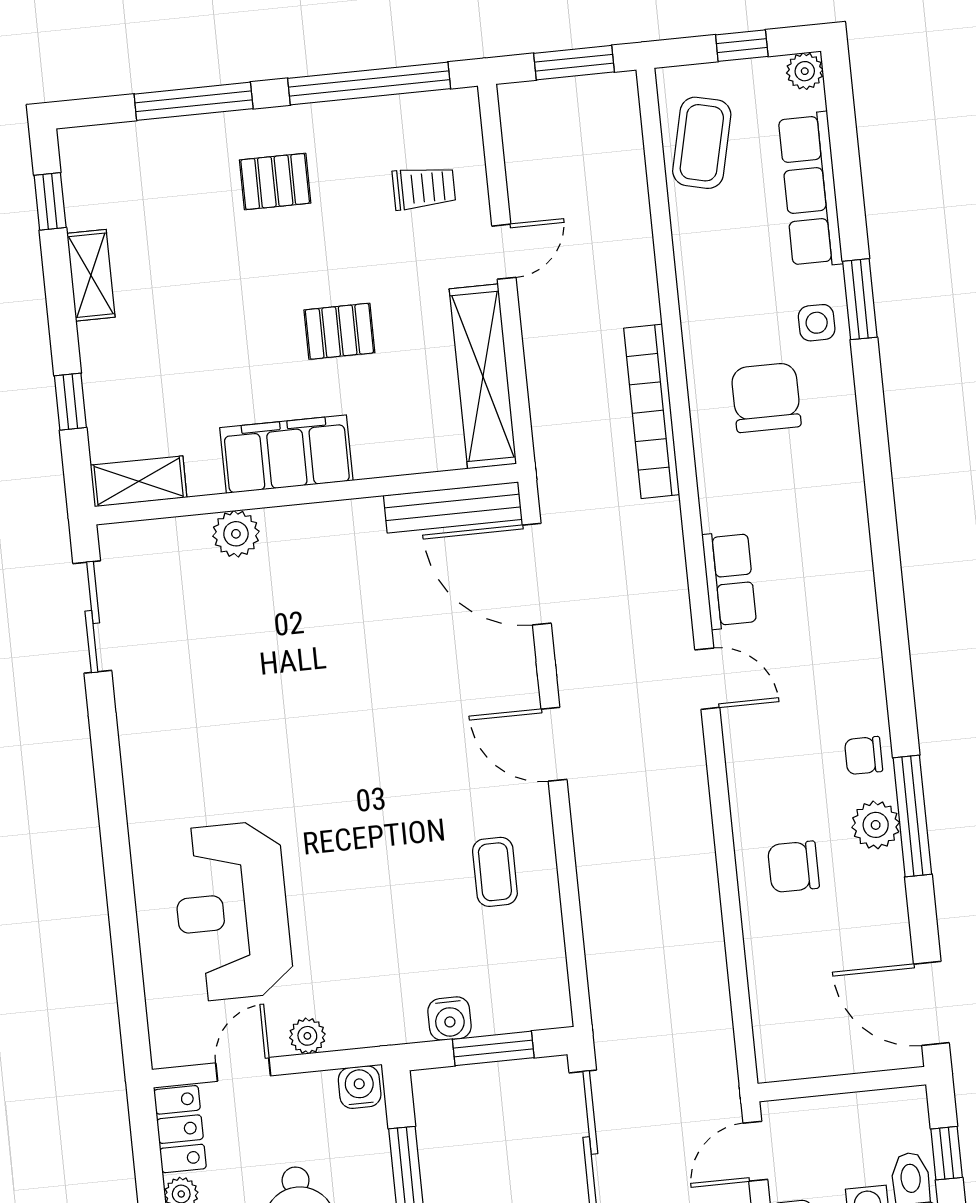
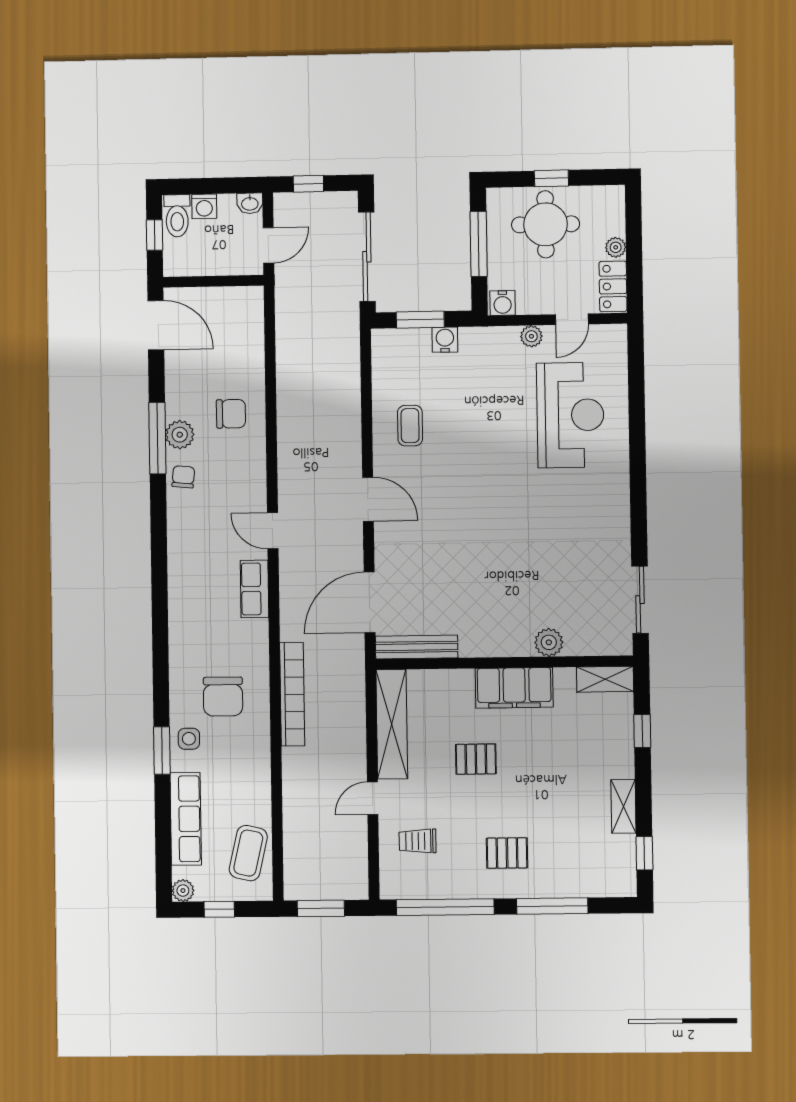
door: (537, 574) -> (370, 602), swing flipped
chair: (864, 756) -> (183, 477), turned -84

